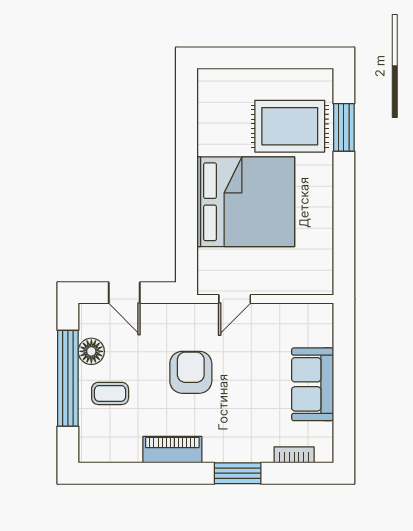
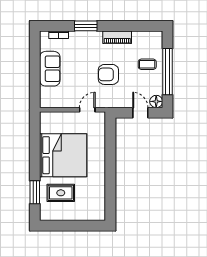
rug: (290, 126) -> (61, 193), width x0.73, depth x0.70
bed: (246, 202) -> (63, 155), moved, turned 180
floor lamp: (91, 351) -> (156, 101), moved
armchair: (191, 372) -> (108, 74), turned 90

